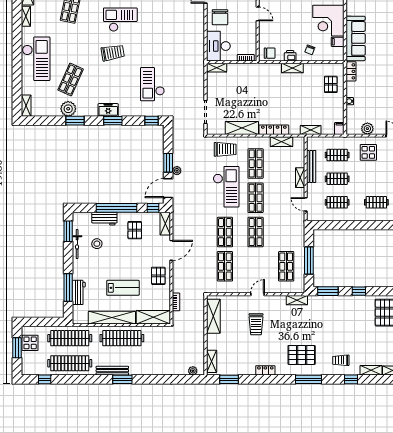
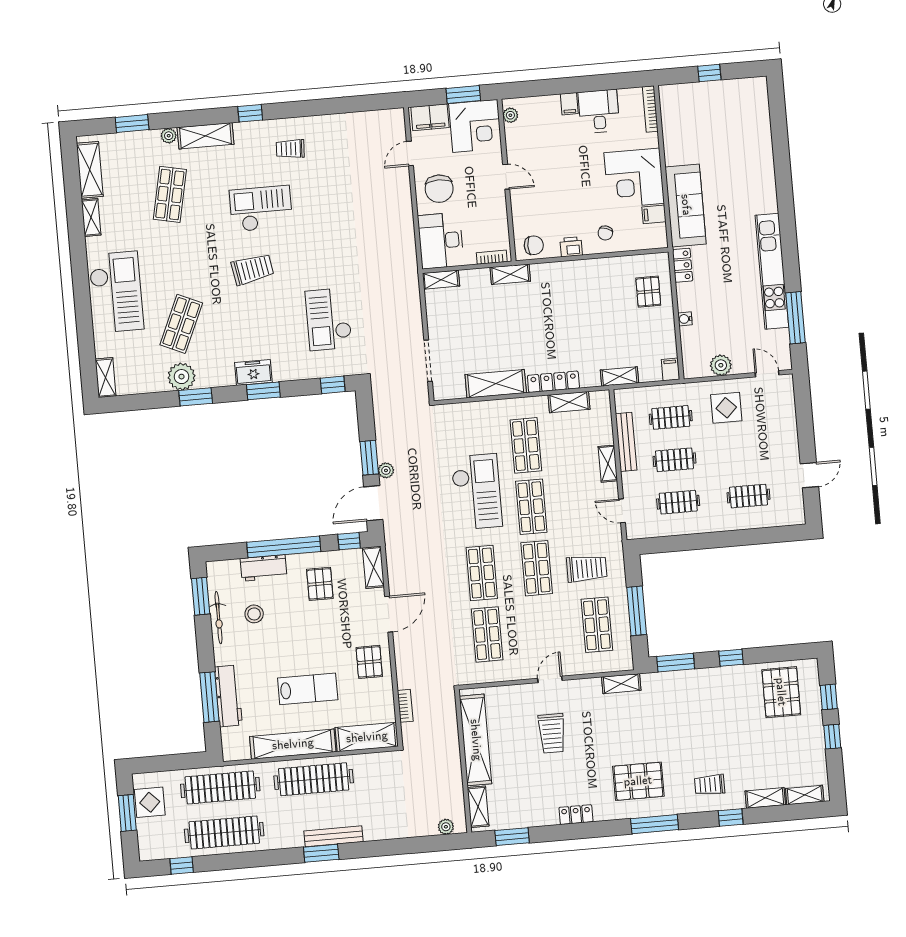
shelving: (292, 68) -> (510, 274), moved
trolley: (225, 149) -> (587, 568), moved
workbench: (79, 292) -> (228, 696), width x1.38
shelving: (213, 316) -> (476, 740), width x1.47
bench: (112, 371) -> (334, 836), moved

